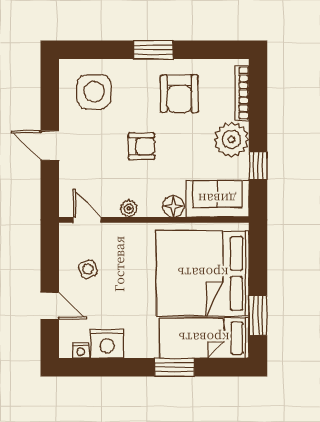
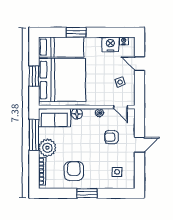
side table: (94, 92) -> (117, 172), width x0.54, depth x0.54
door: (50, 145) -> (139, 145), hinge flipped
armchair: (142, 146) -> (112, 137), moved
window: (258, 165) -> (34, 135), width x2.17
window: (258, 315) -> (34, 76), moved

